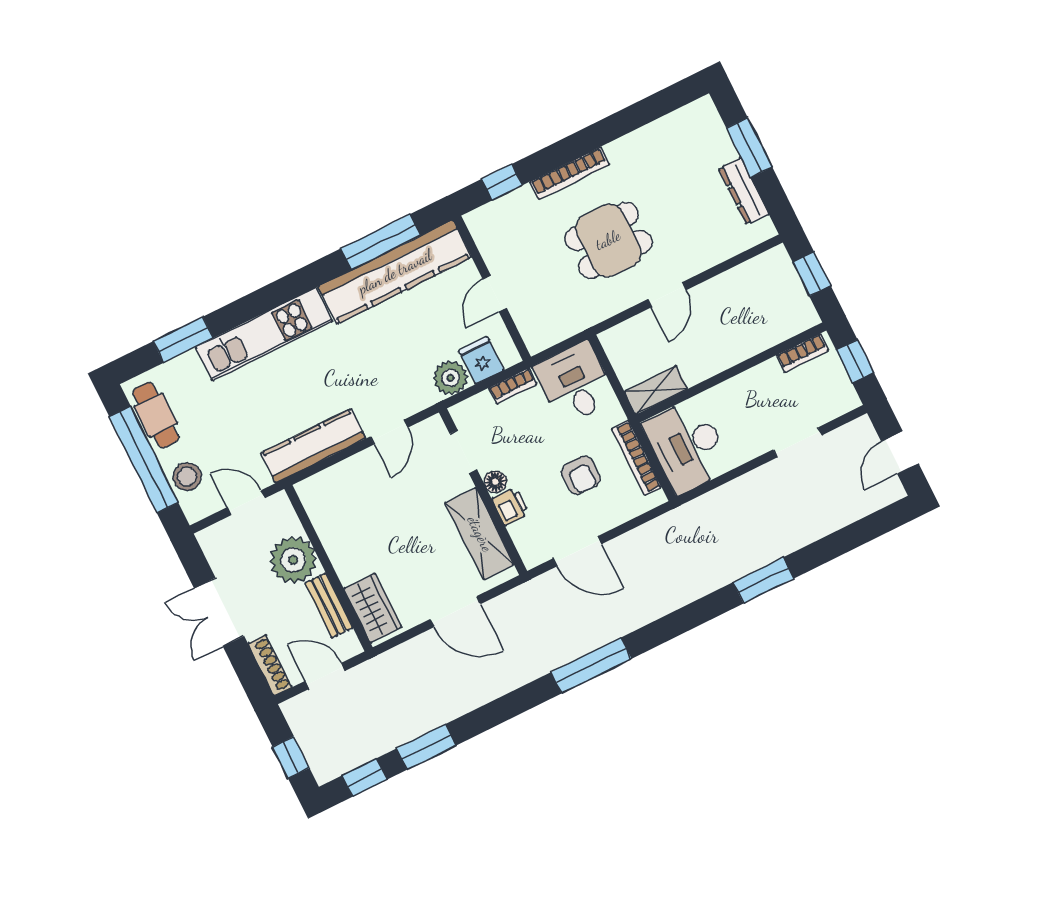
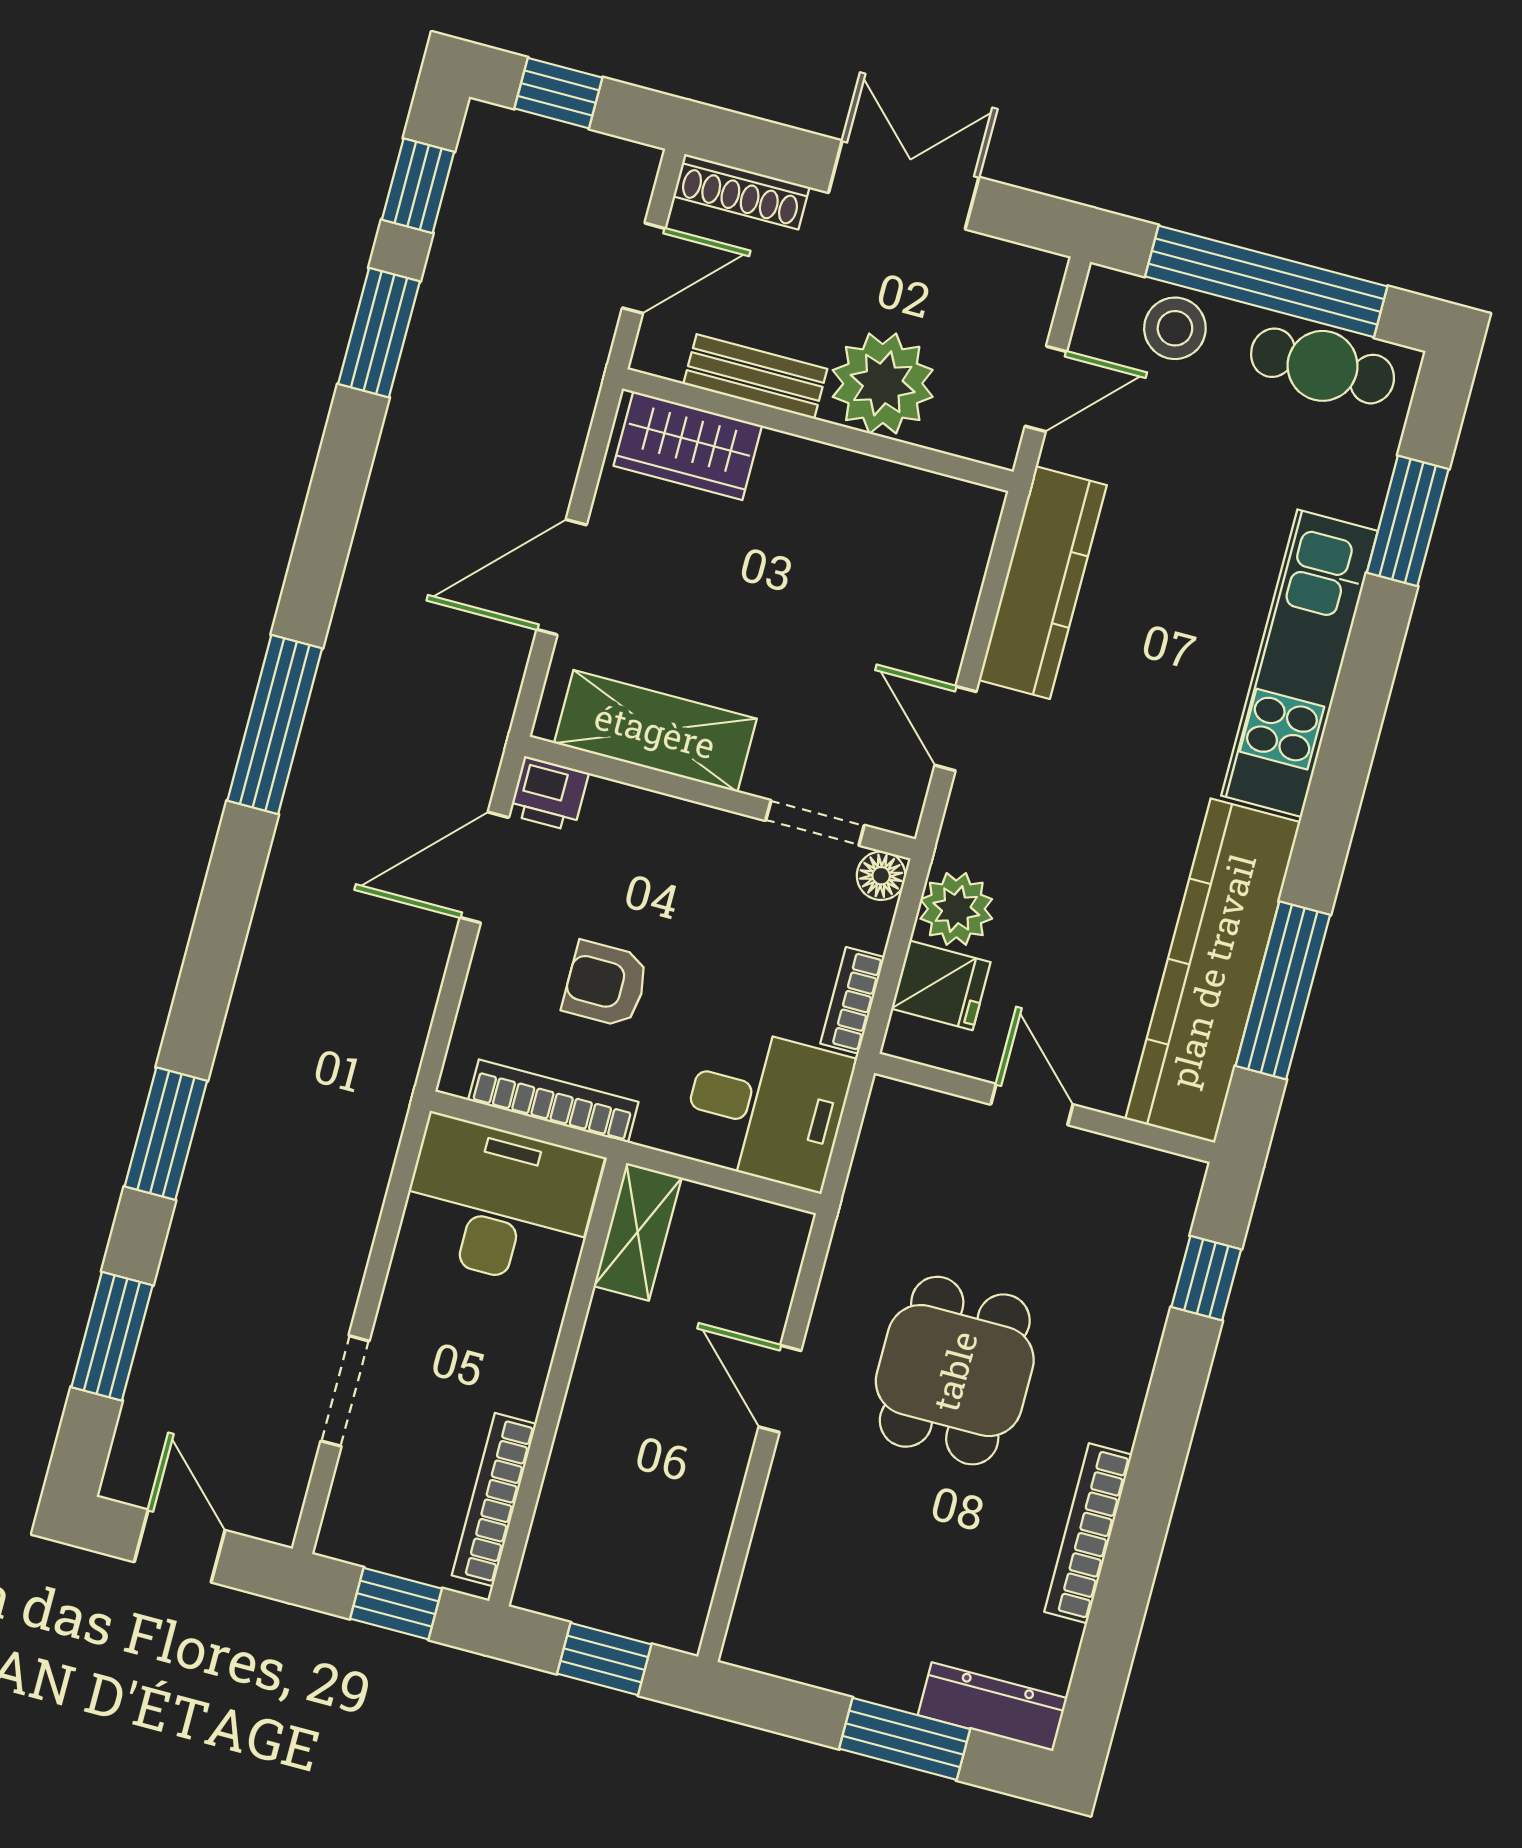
bookcase: (570, 173) -> (1088, 1533), moved
dresser: (744, 191) -> (992, 1707), moved
bookcase: (803, 353) -> (494, 1500), width x1.56
floor lamp: (495, 482) -> (881, 876), moved
printer: (511, 506) -> (549, 794), moved
window: (849, 538) -> (112, 1336), added

